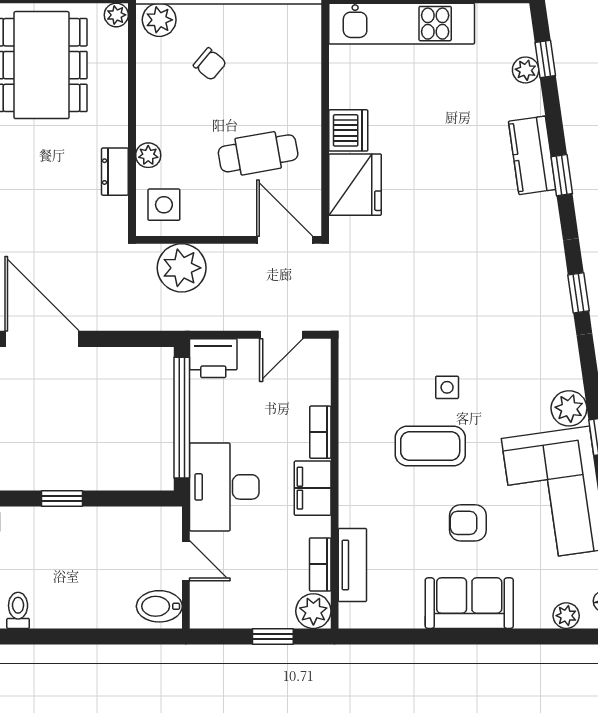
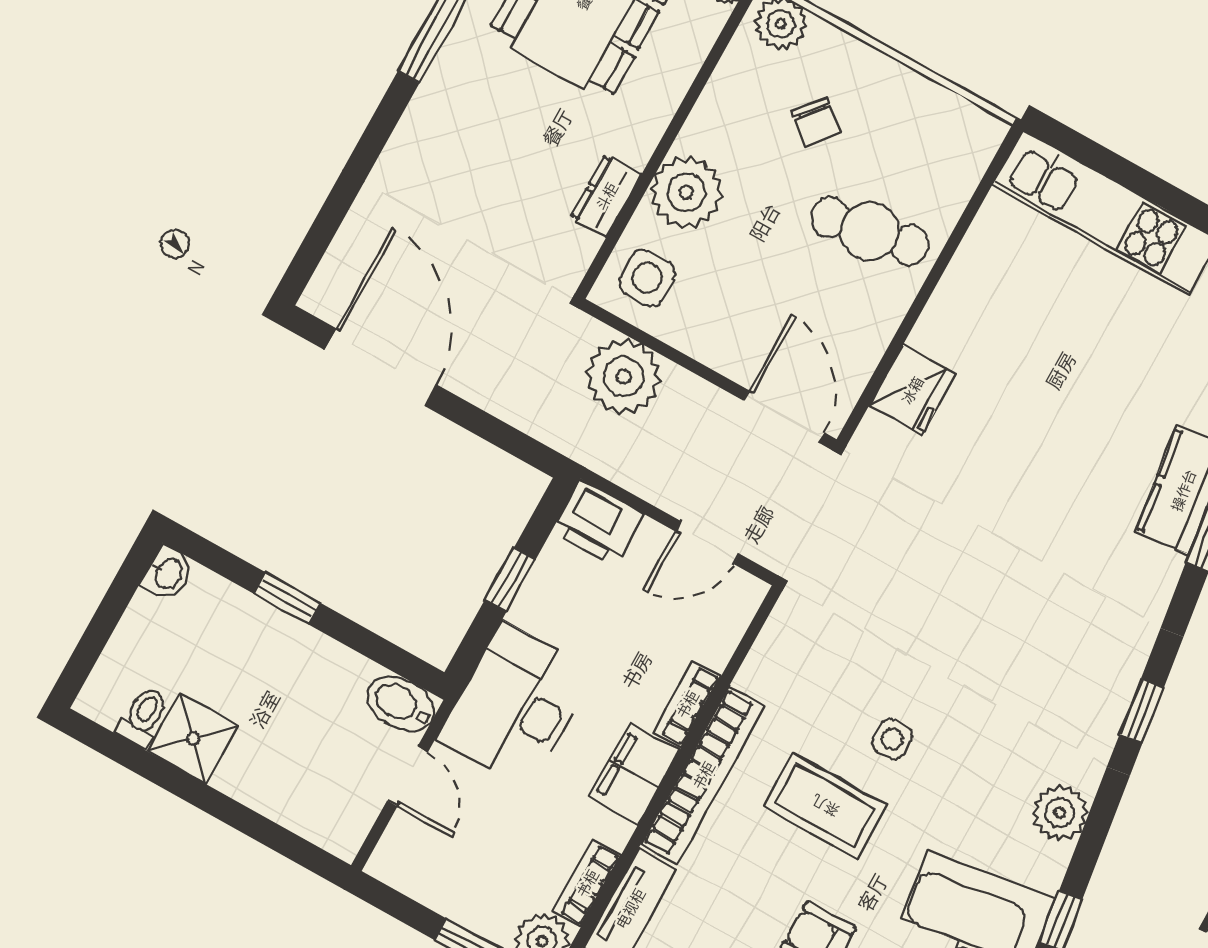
dishwasher: (348, 130) -> (953, 317), removed
cafe table: (258, 153) -> (870, 231), moved
plant: (148, 155) -> (686, 192), width x1.88, depth x1.88
fridge: (355, 185) -> (912, 390), width x0.73, depth x0.75
plant: (569, 408) -> (1060, 813), moved
window: (182, 418) -> (510, 580), width x0.32
bookcase: (352, 467) -> (703, 775), added
bidet: (159, 606) -> (401, 704), moved
shower: (53, 607) -> (193, 739), added

